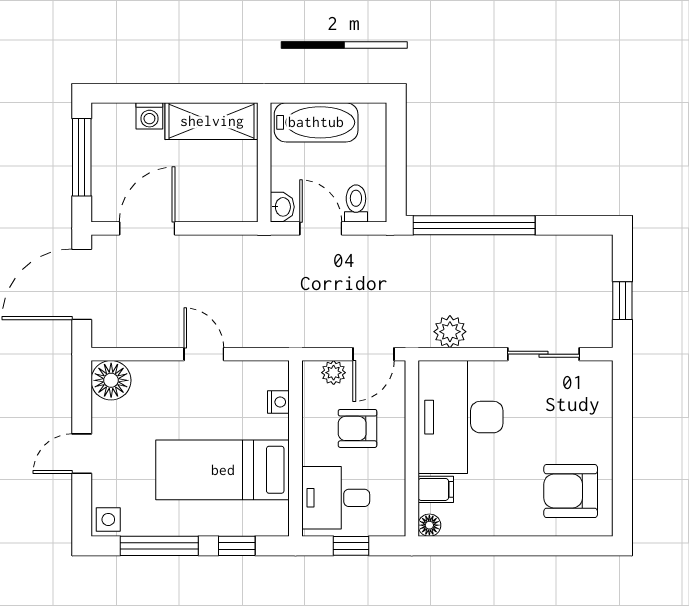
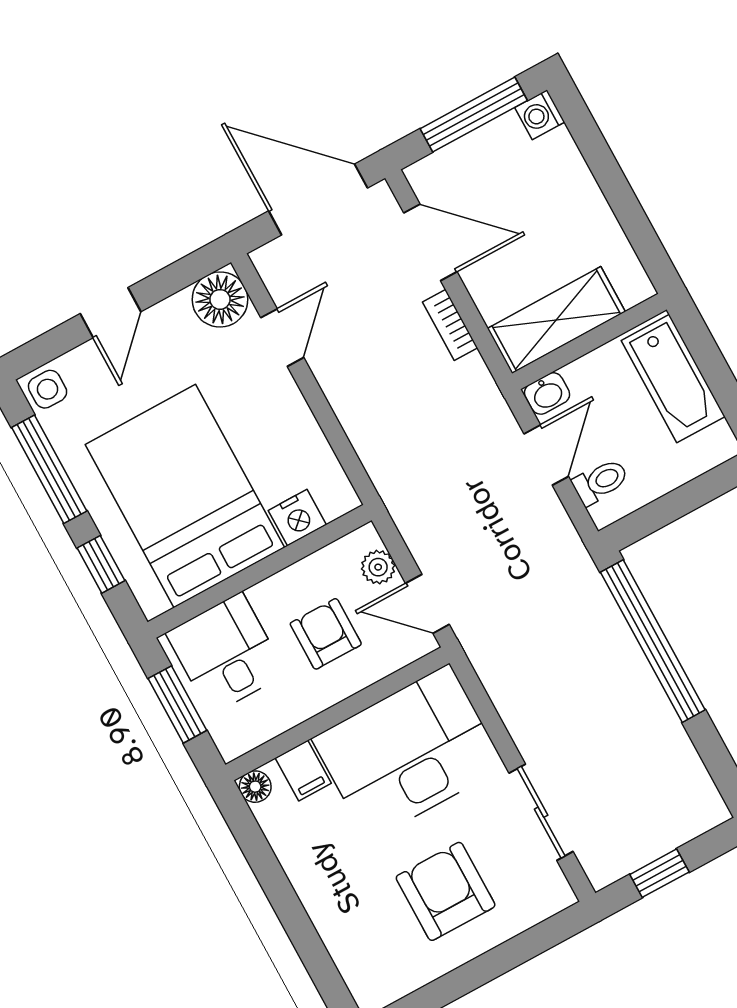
washing machine: (149, 116) -> (540, 115), moved
shelving: (212, 121) -> (556, 320), moved, turned 90
bookcase: (206, 244) -> (450, 325), added
plant: (450, 332) -> (506, 682), removed
door: (204, 354) -> (282, 338), moved
nightstand: (278, 402) -> (297, 518), width x1.39, depth x1.35
door: (82, 454) -> (111, 313), swing flipped
bed: (223, 470) -> (185, 496), width x1.50
armchair: (571, 491) -> (446, 891), moved
window: (351, 546) -> (177, 704), width x1.50

